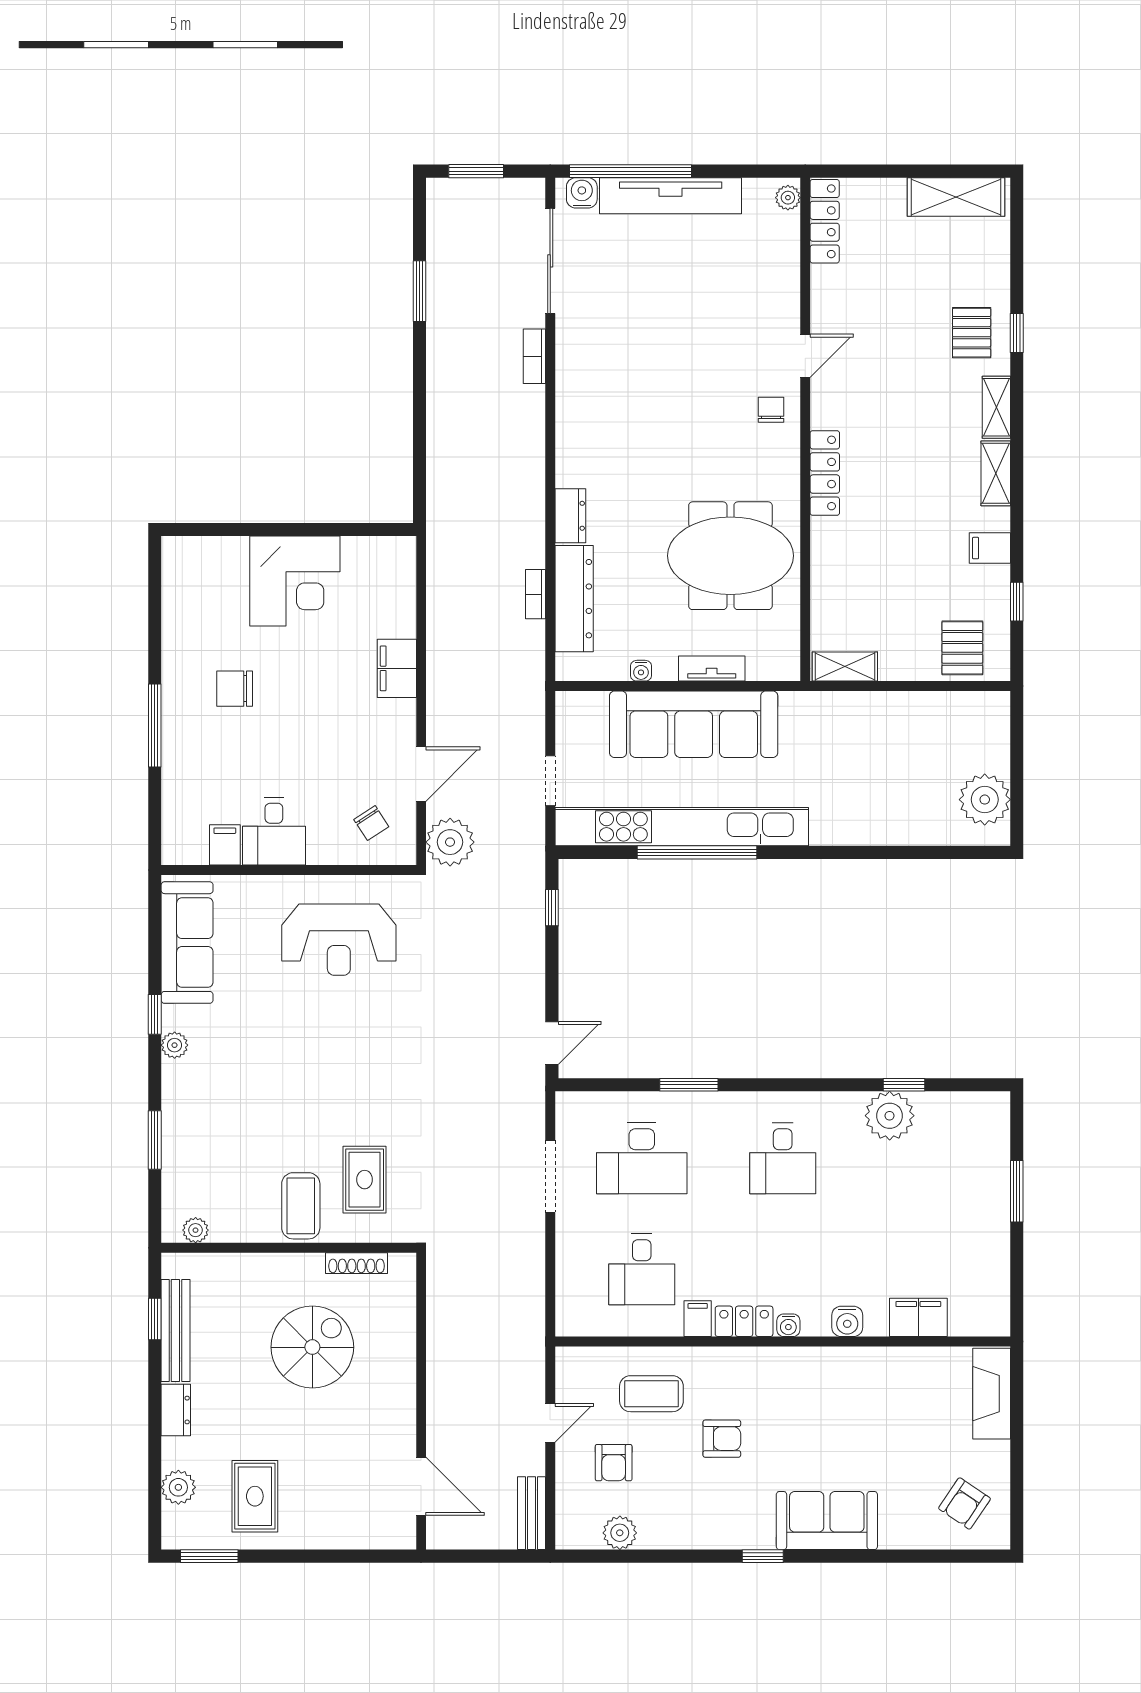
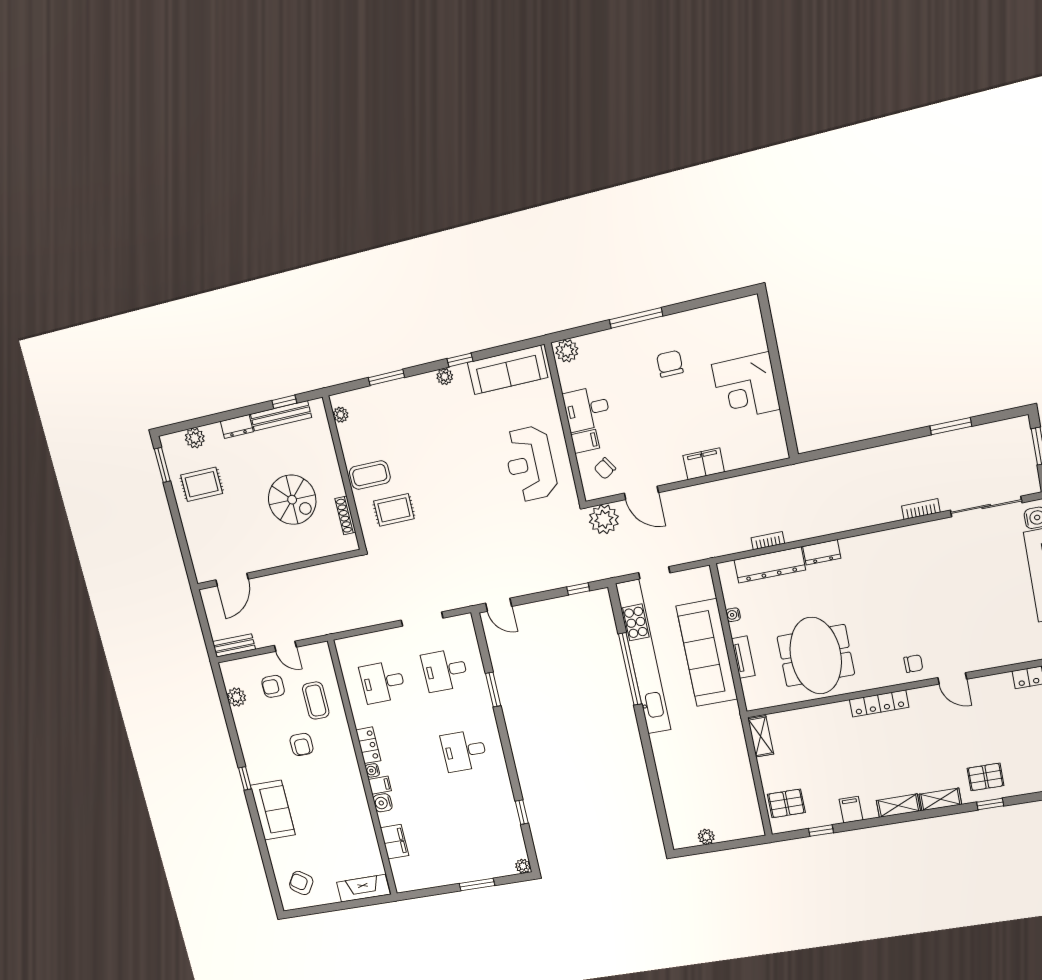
plant: (985, 800) -> (706, 837), width x0.53, depth x0.53
plant: (179, 843) -> (567, 351), added
filing cabinet: (225, 845) -> (585, 441), moved
plant: (890, 1116) -> (523, 866), moved, width x0.53, depth x0.53
desk: (642, 1158) -> (445, 670), width x0.73
filing cabinet: (698, 1319) -> (380, 785), moved

